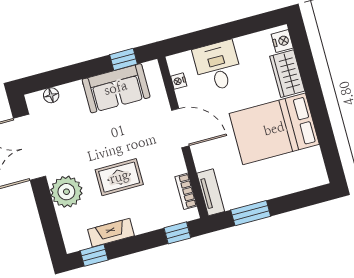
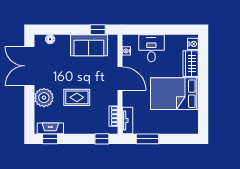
fireplace: (111, 233) -> (50, 128), moved

